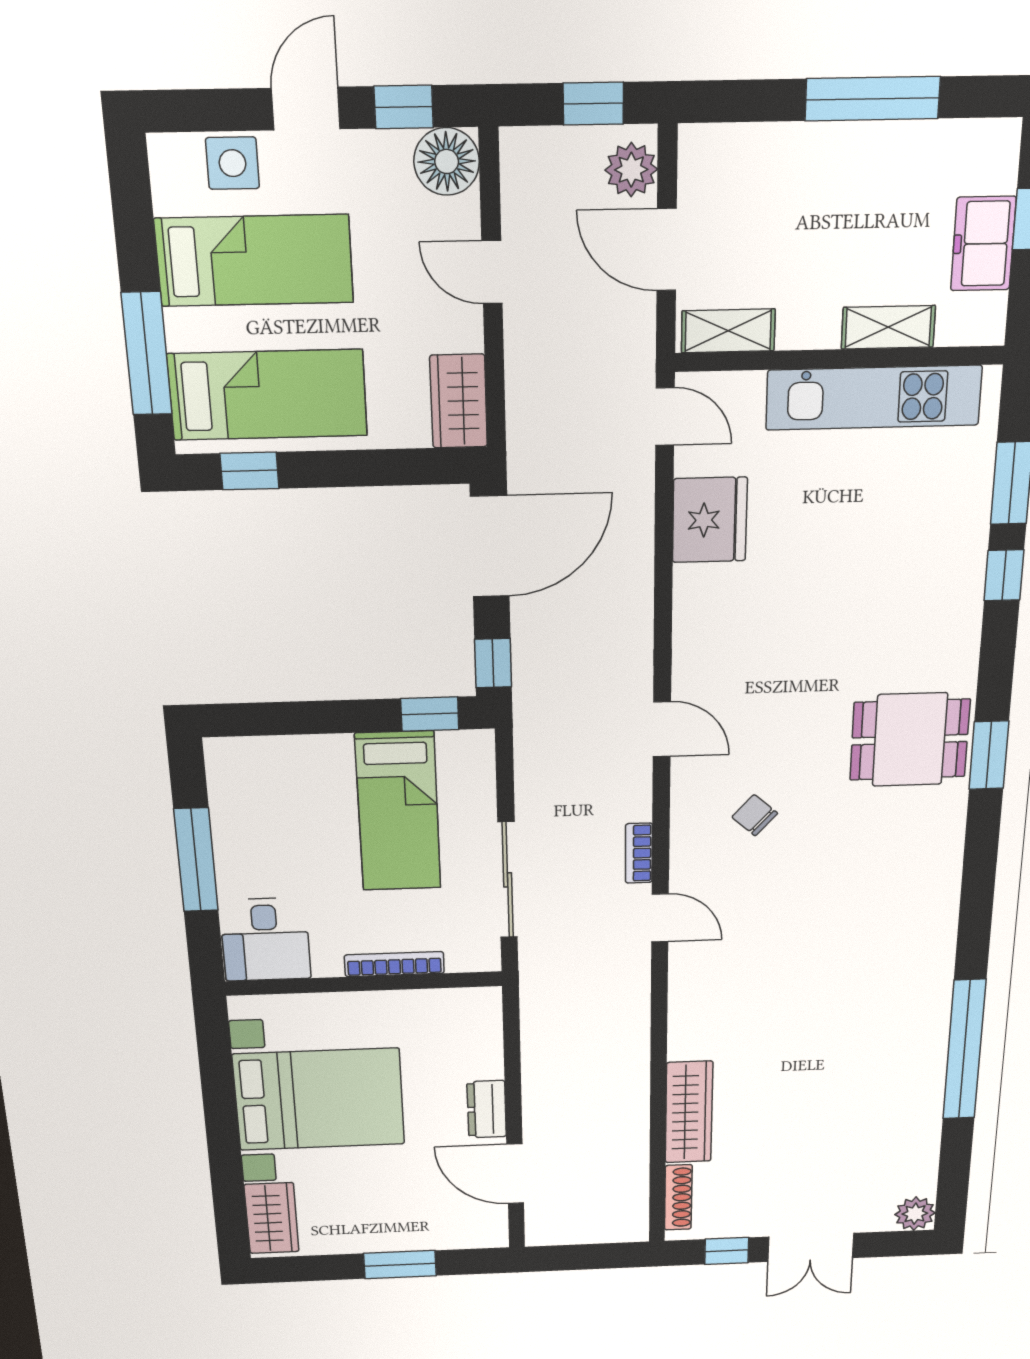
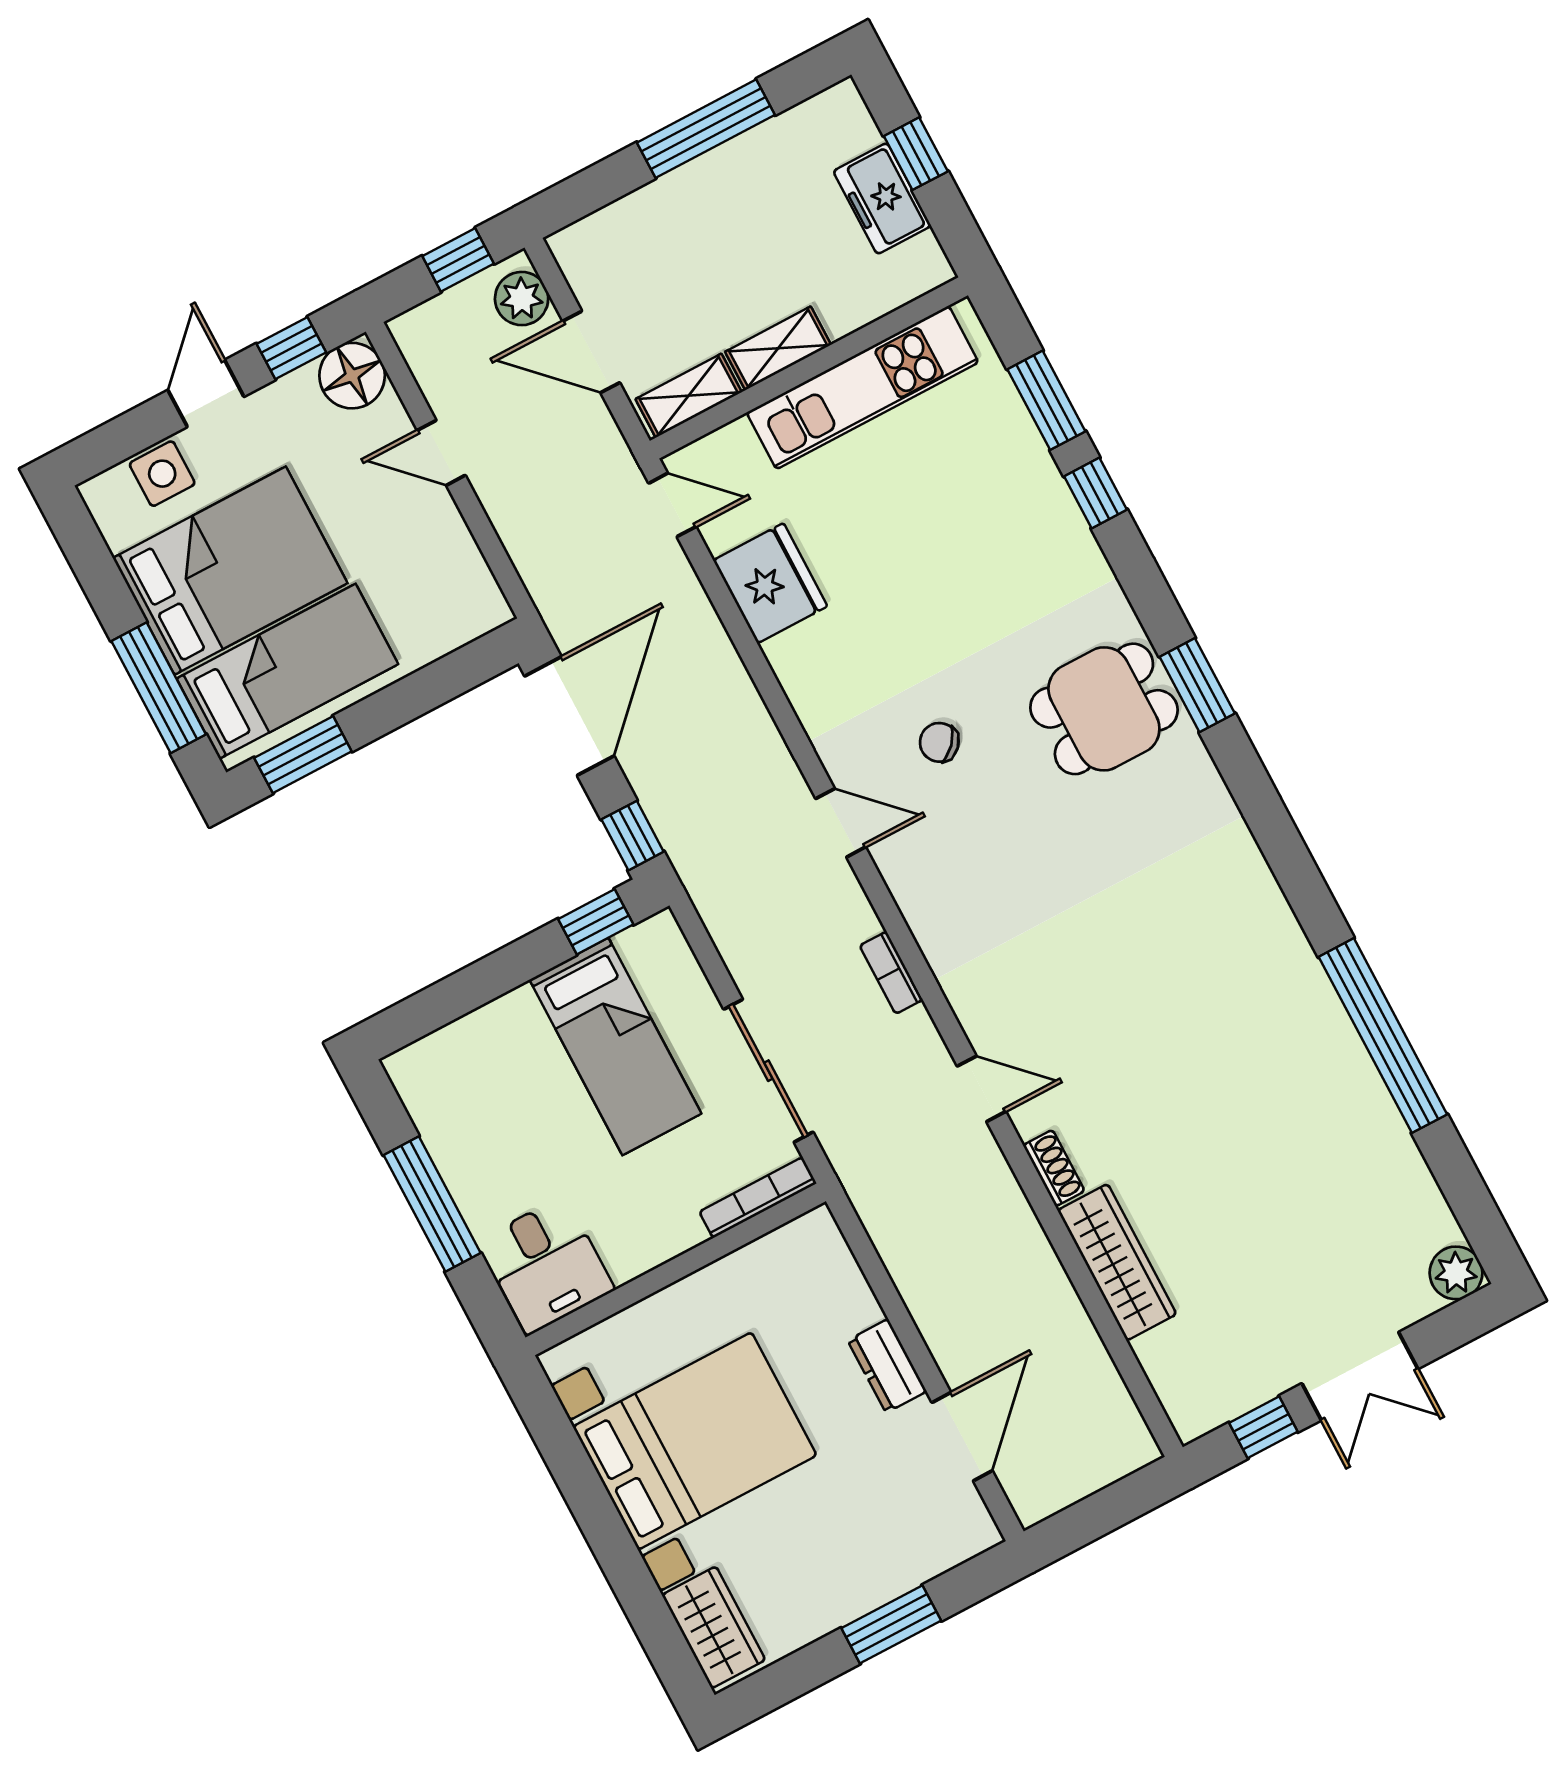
bed: (254, 261) -> (230, 571), width x1.50
shelving: (888, 327) -> (778, 348), moved
wardrobe: (459, 401) -> (469, 588), removed
window: (249, 471) -> (303, 755), width x1.50
chair: (755, 815) -> (939, 742), moved
door: (660, 918) -> (981, 1089), moved
bookcase: (394, 964) -> (758, 1198), moved
door: (515, 1174) -> (962, 1437), swing flipped
shoe rack: (678, 1197) -> (1054, 1168), moved, width x0.70

